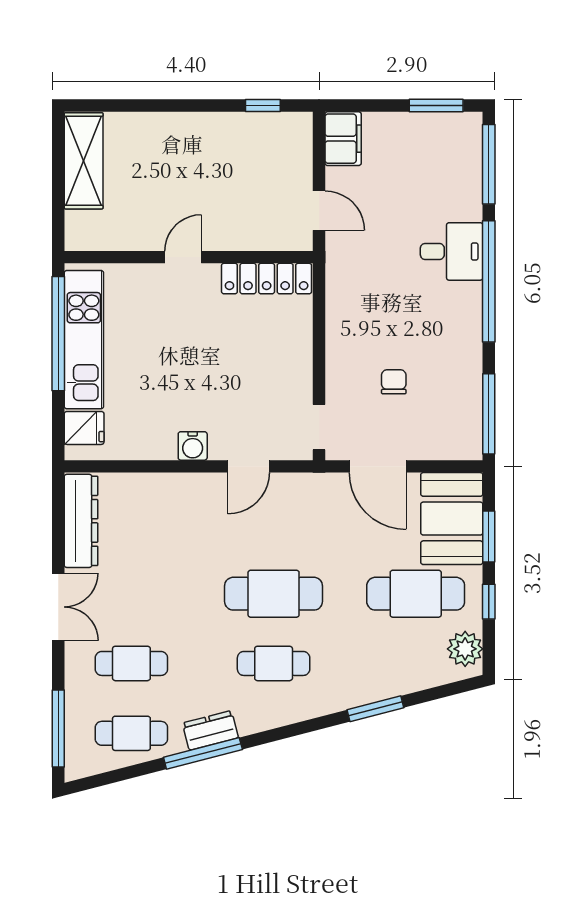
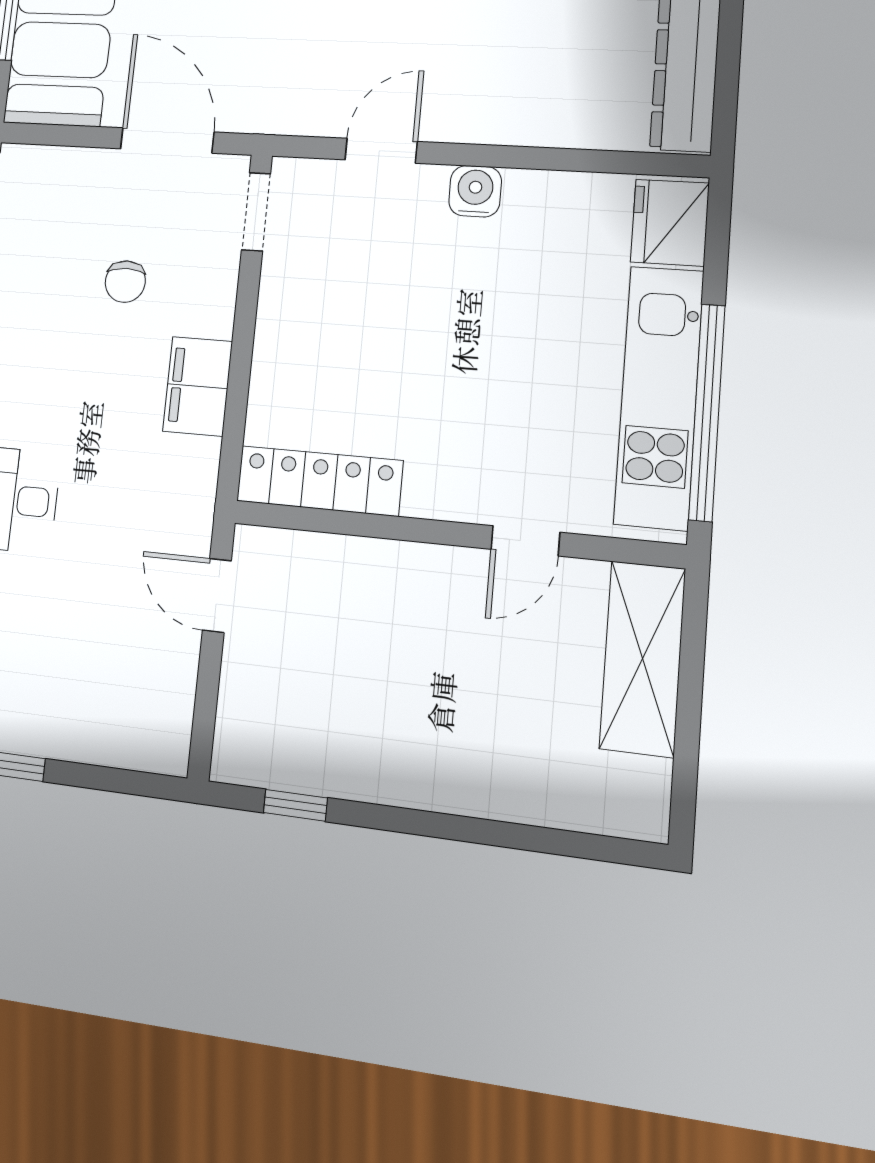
filing cabinet: (343, 139) -> (198, 386), moved
shelving: (84, 161) -> (642, 658), moved
door: (183, 257) -> (525, 541), moved
fridge: (84, 428) -> (670, 223), width x1.38

